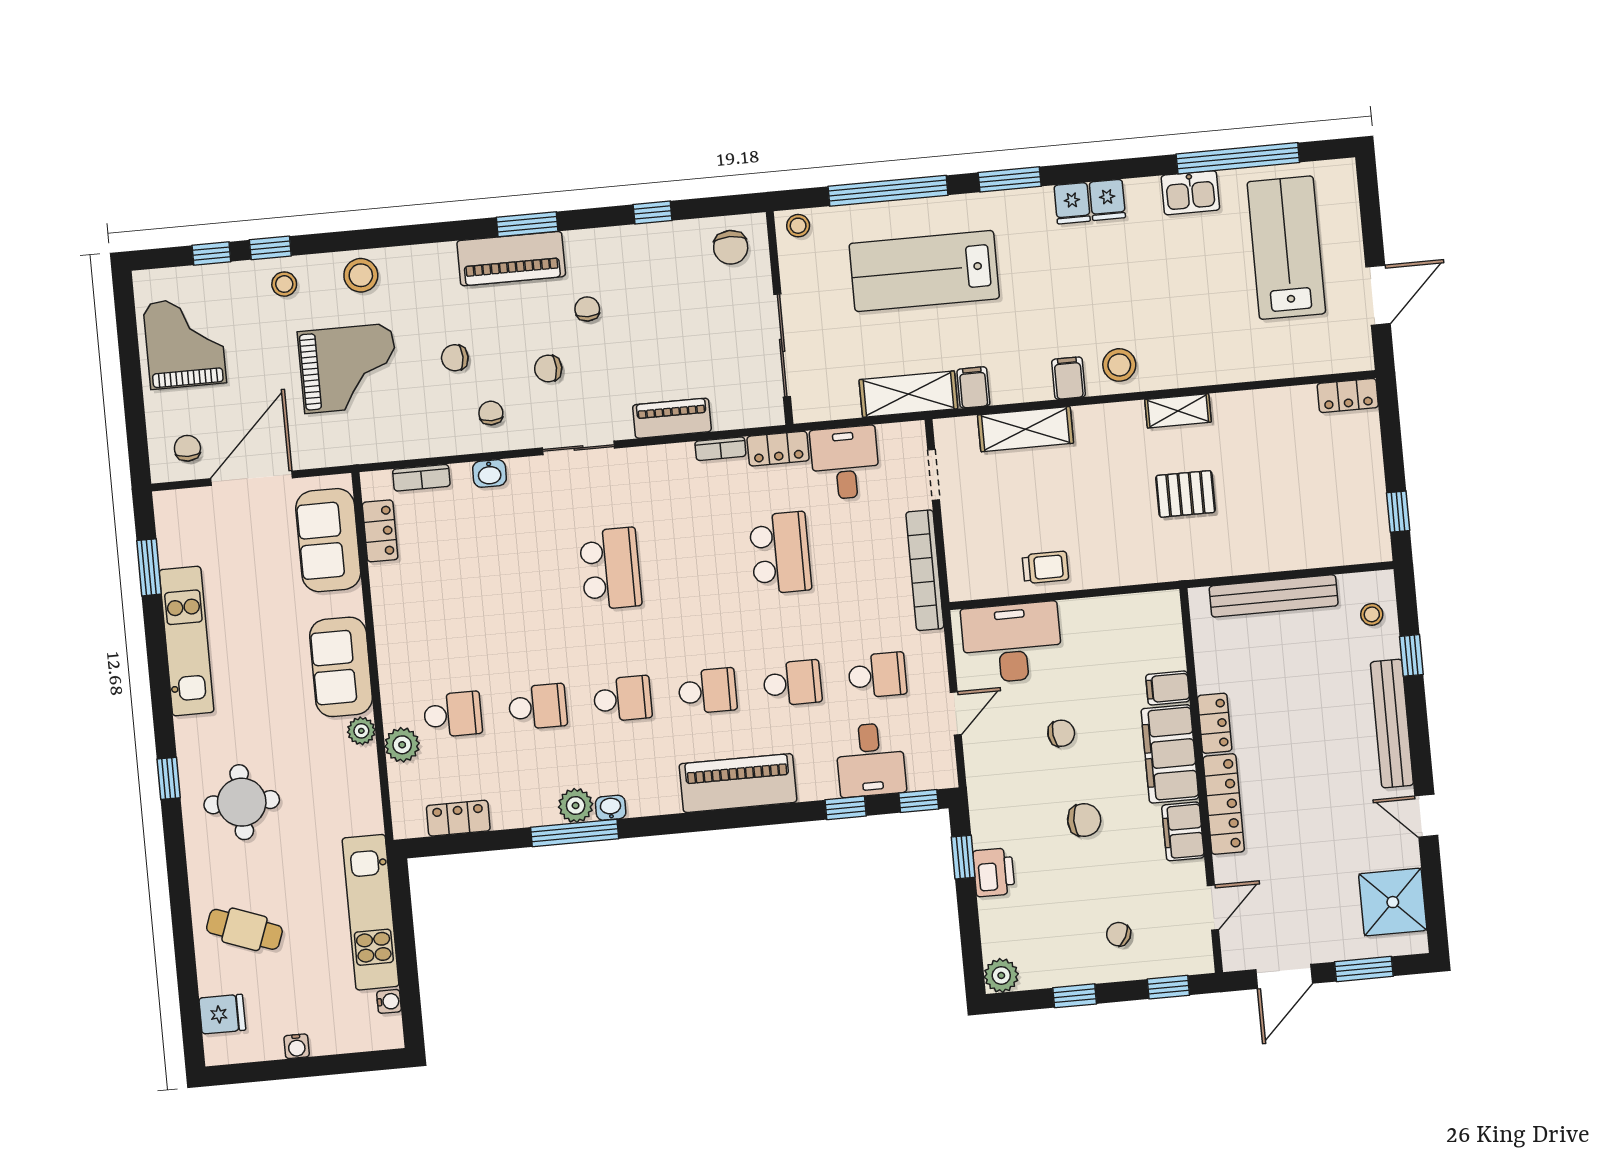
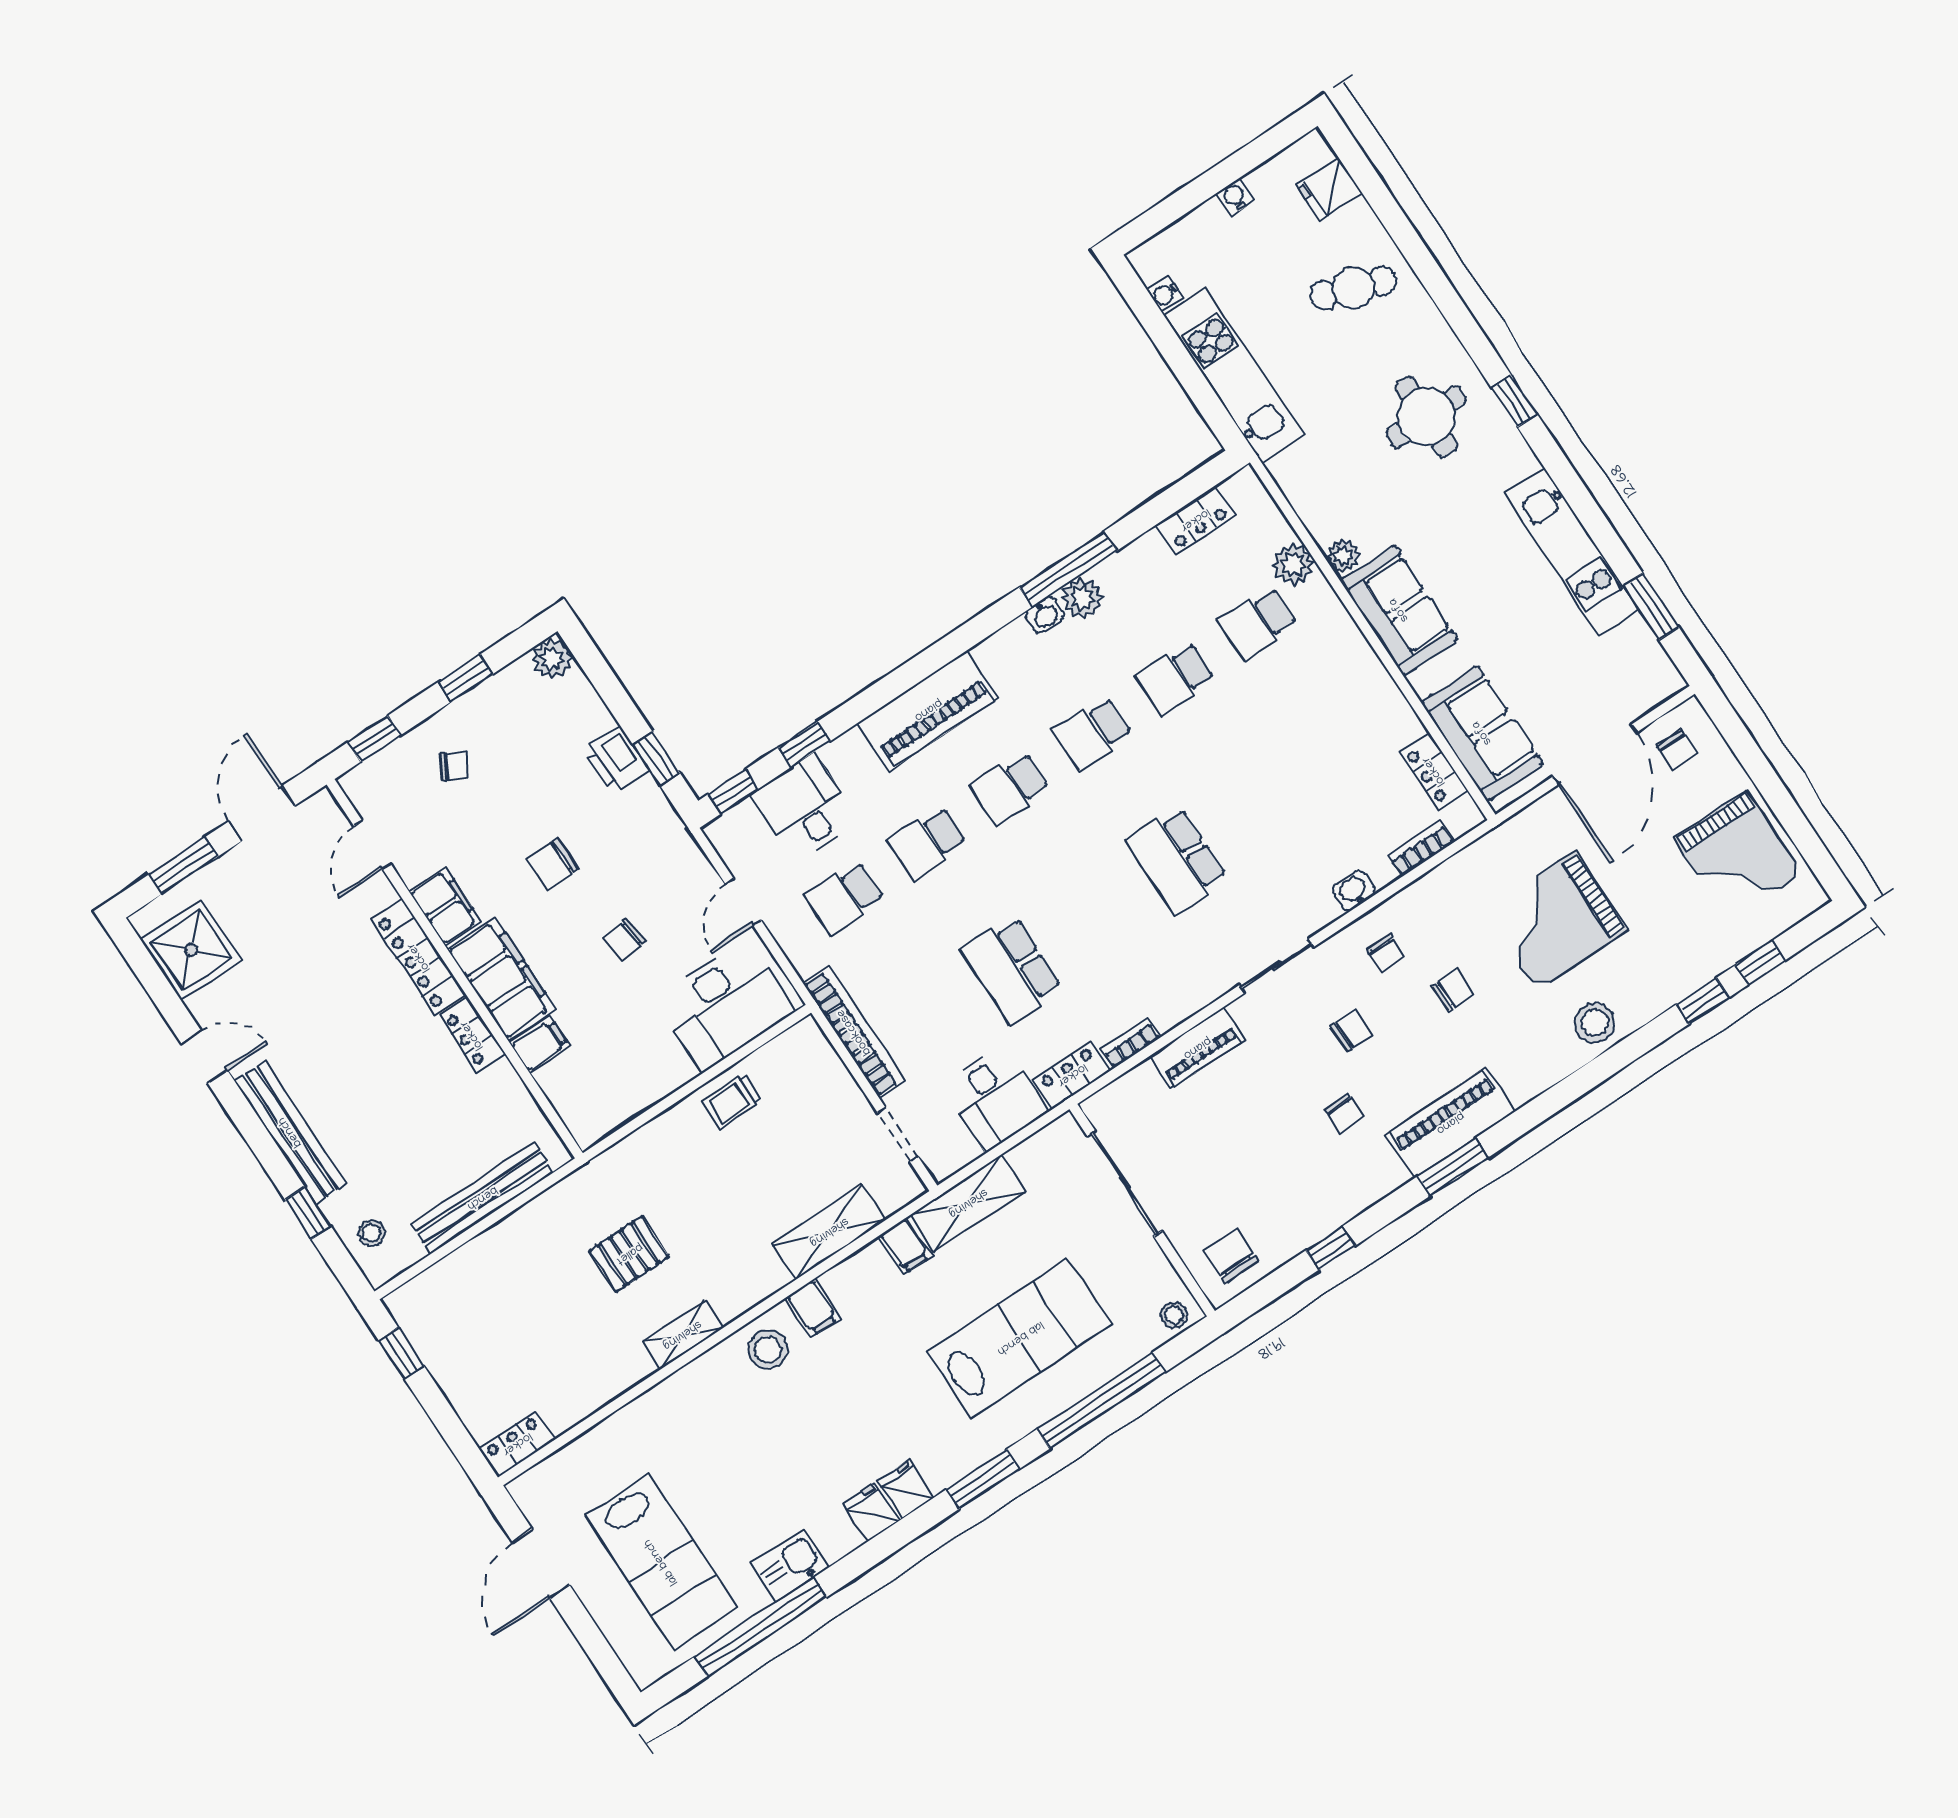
stool: (284, 284) -> (1669, 972), removed

